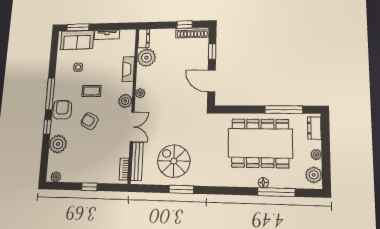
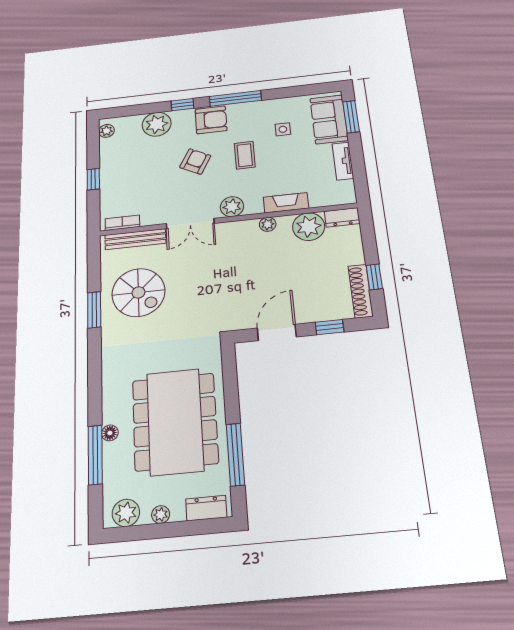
plant: (140, 93) -> (268, 224), moved
spiral stairs: (174, 161) -> (138, 292), turned 90

